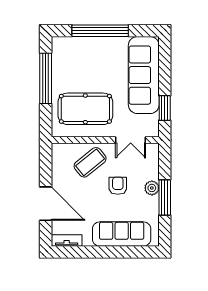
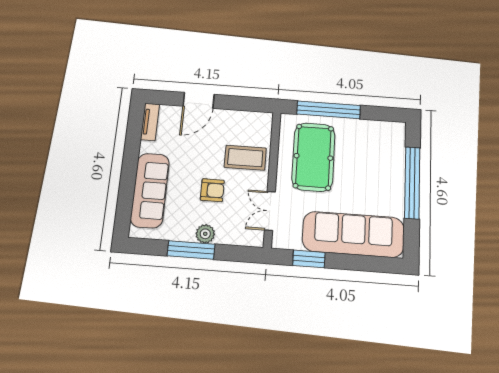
window: (46, 78) -> (329, 110), moved
coffee table: (90, 162) -> (245, 158), turned -51
door: (46, 204) -> (199, 100), width x0.73

